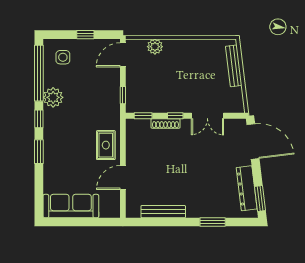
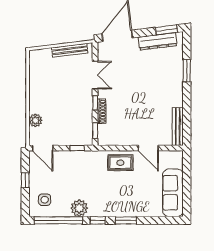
bench: (234, 66) -> (70, 50), moved
bench: (163, 212) -> (178, 127), moved

